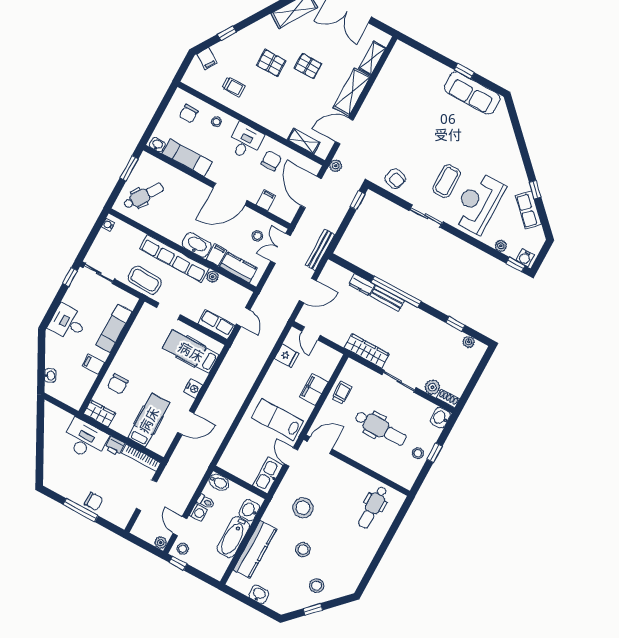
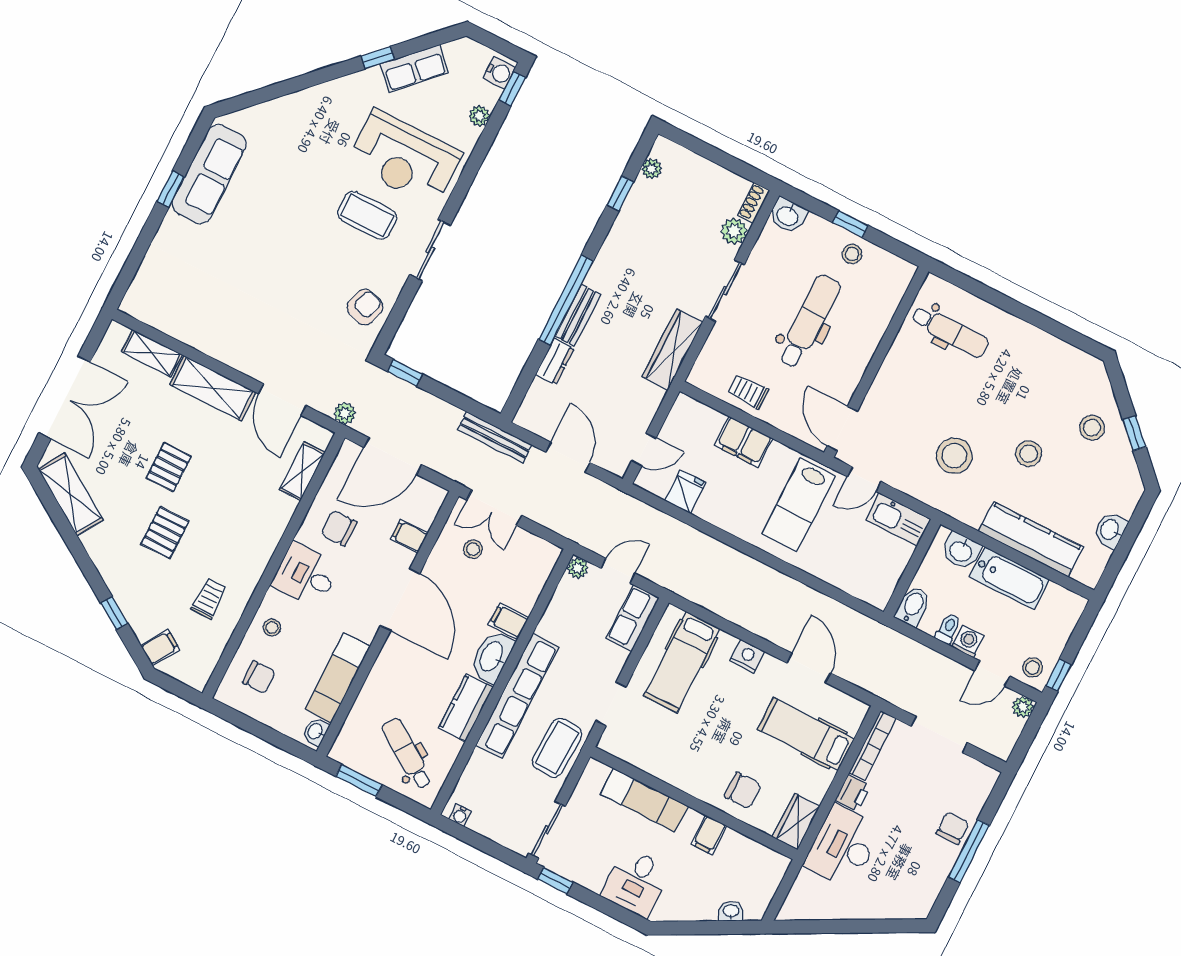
kitchen counter: (238, 267) -> (466, 708), moved
plant: (213, 277) -> (578, 568), moved

